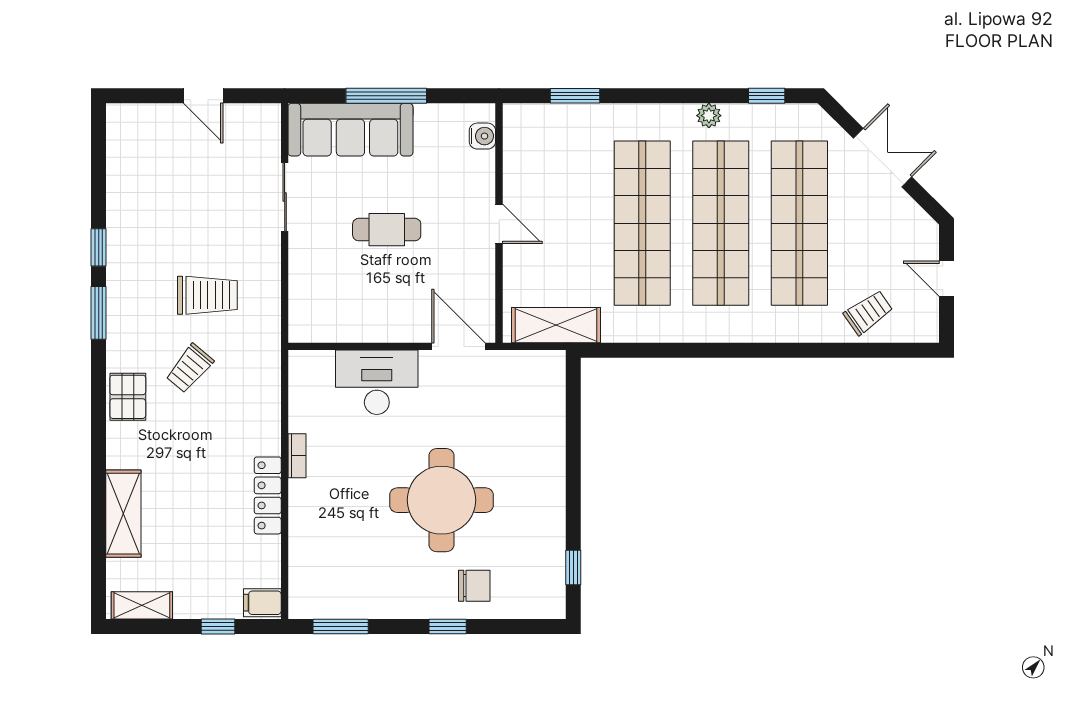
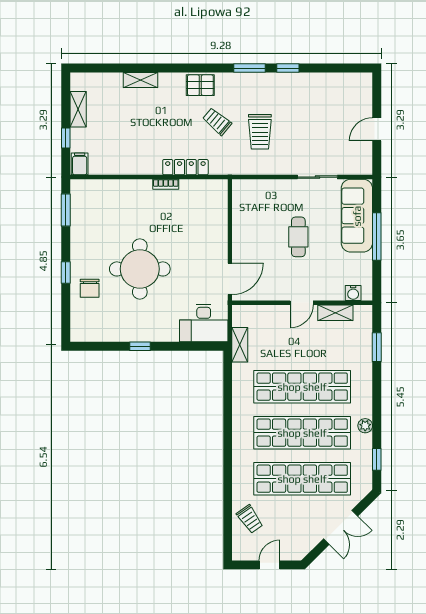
shelving: (516, 166) -> (335, 313), added
shelving: (556, 325) -> (240, 345), width x0.67, depth x0.75
desk: (377, 382) -> (204, 323), moved, turned 90
locker: (268, 495) -> (185, 167), moved
shelving: (123, 514) -> (140, 80), width x0.67, depth x0.75
window: (573, 568) -> (140, 346), moved
shelving: (142, 605) -> (78, 109), moved

